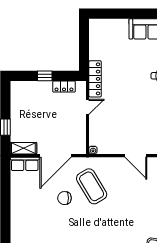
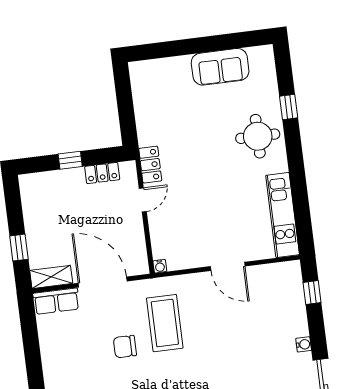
locker: (95, 79) -> (150, 165), width x0.66
door: (56, 156) -> (103, 282), swing flipped
coffee table: (92, 186) -> (165, 323), turned 31

